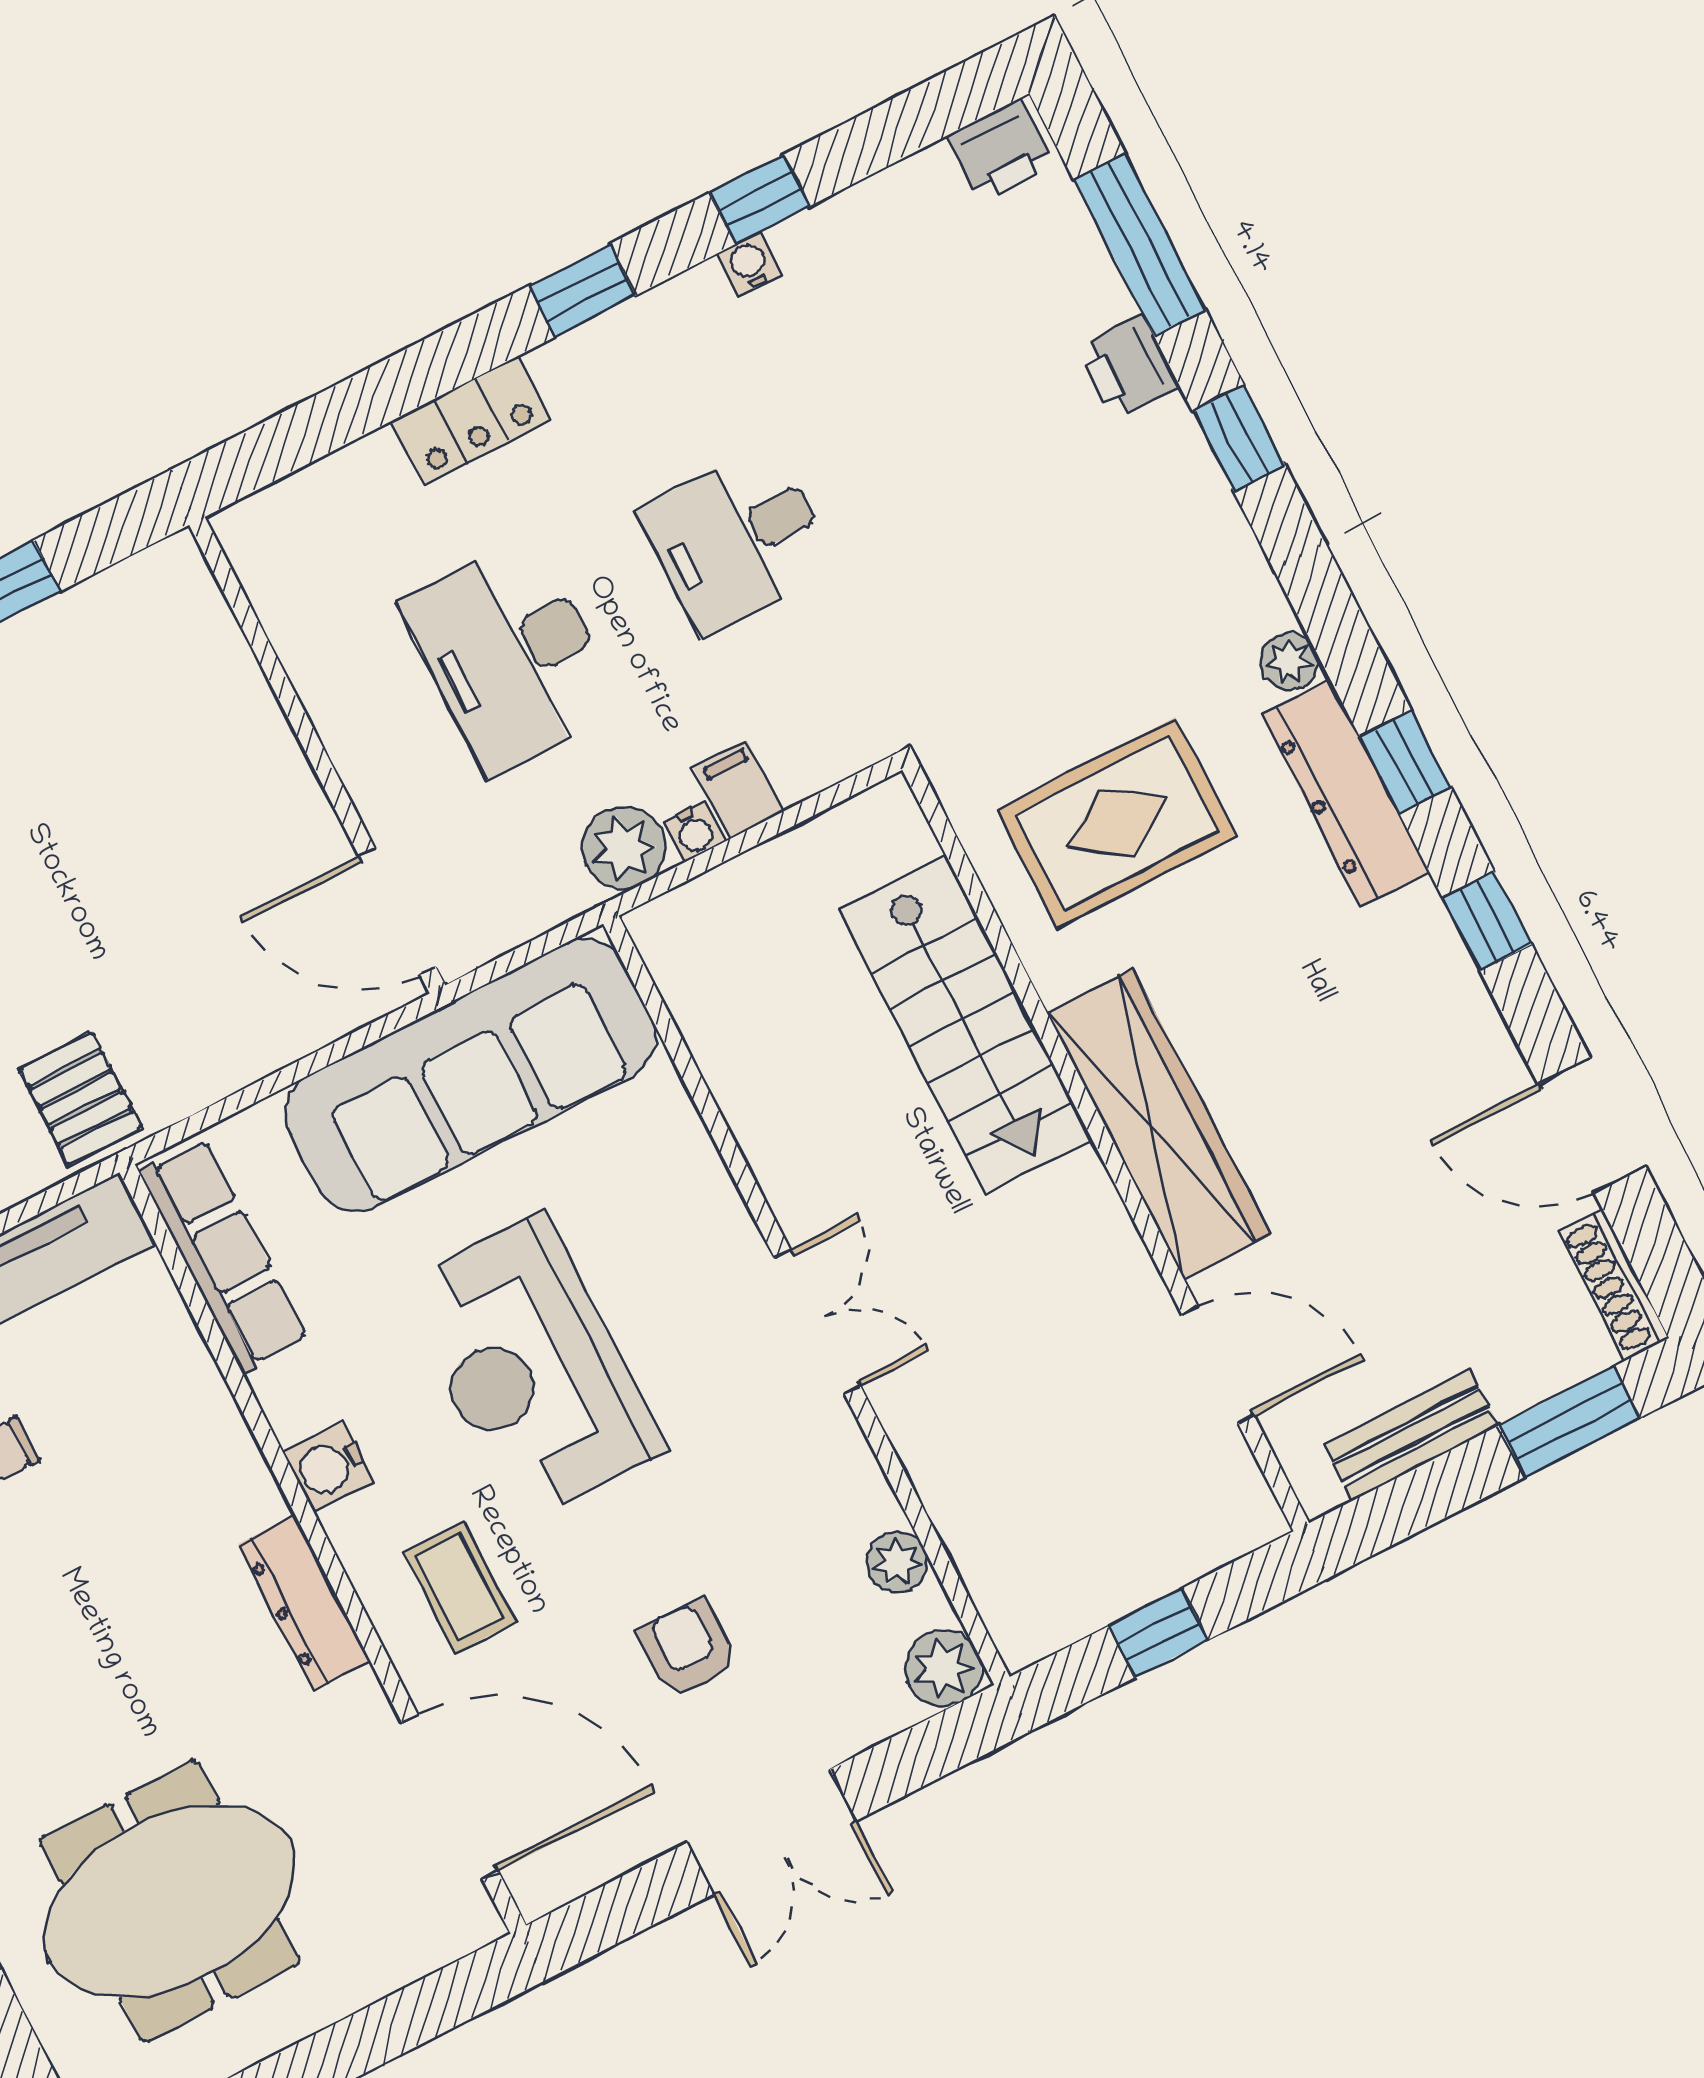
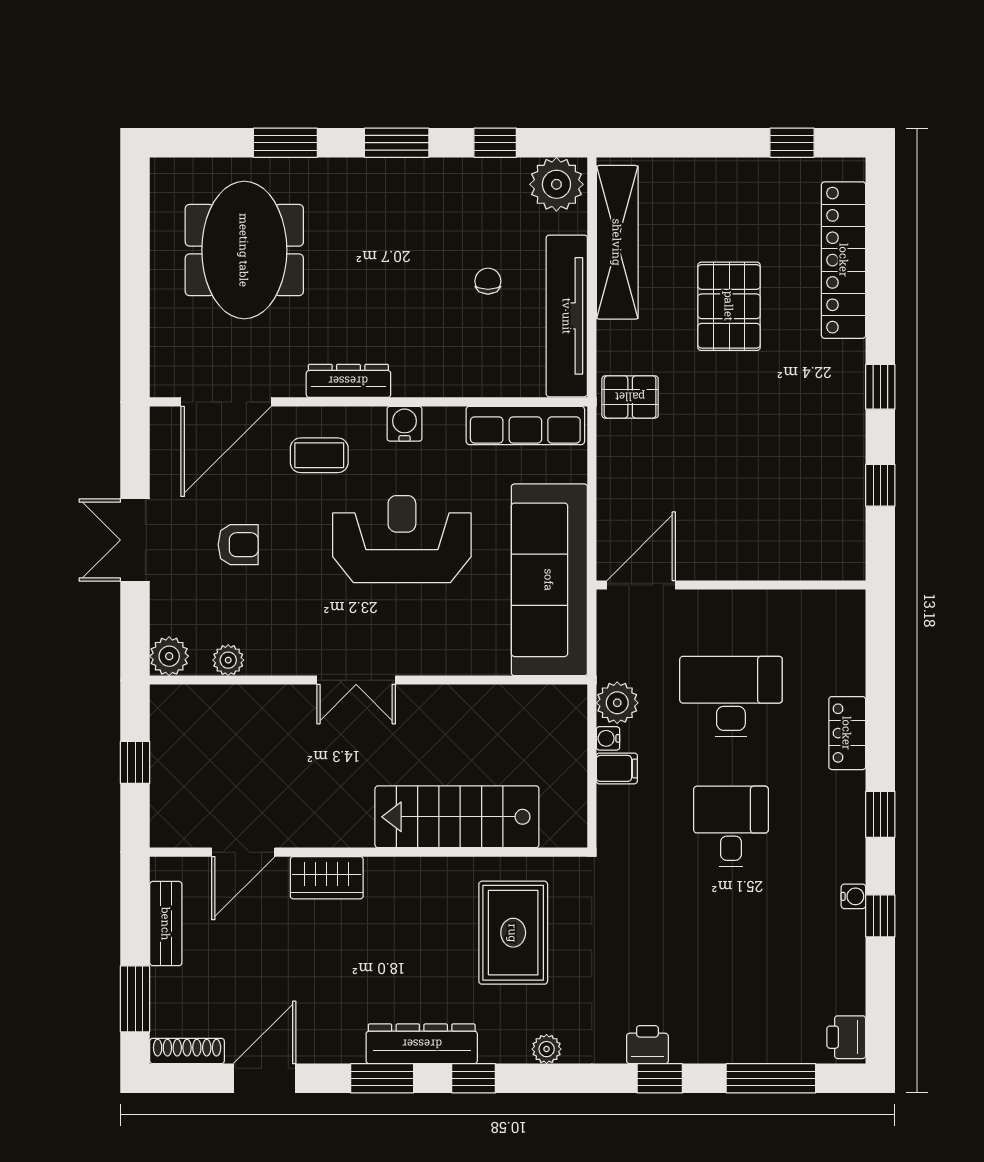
printer: (1128, 367) -> (647, 1045), moved
dresser: (1346, 793) -> (422, 1044), moved
window: (1487, 921) -> (382, 1078), width x1.50
wardrobe: (1158, 1123) -> (327, 878), width x0.48, depth x0.85

